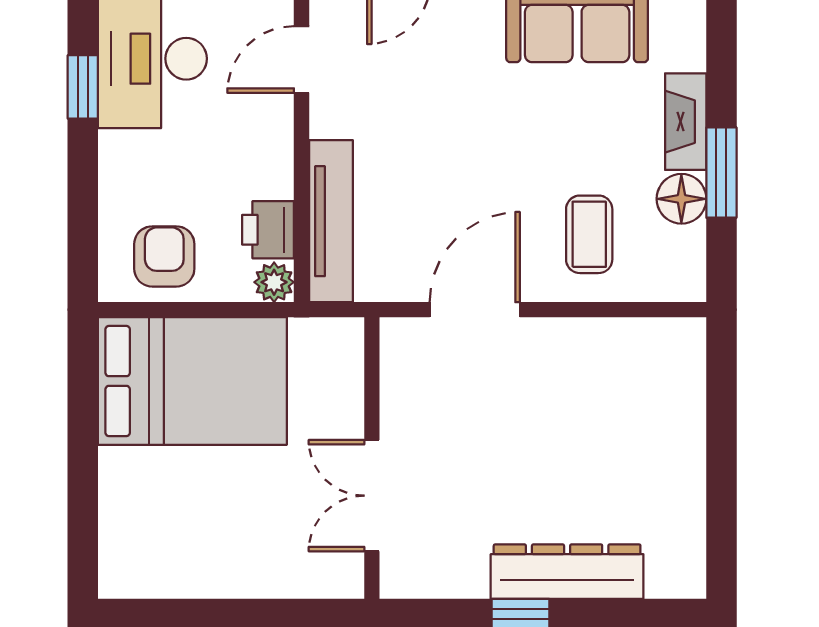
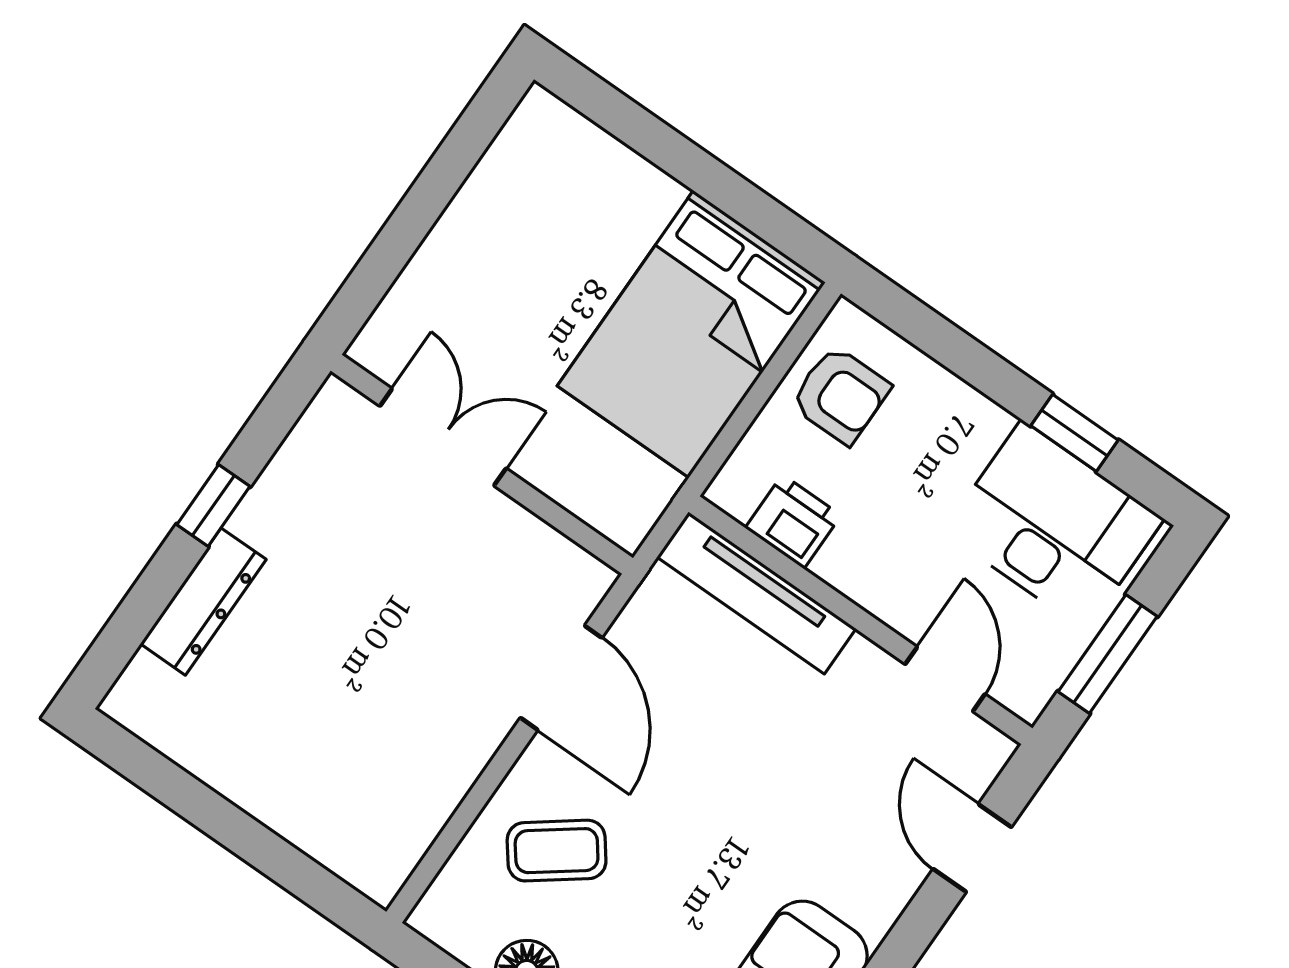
coffee table: (589, 234) -> (557, 851), turned -37
plant: (274, 282) -> (734, 490), removed
dresser: (567, 572) -> (203, 602), width x0.73, depth x0.80

